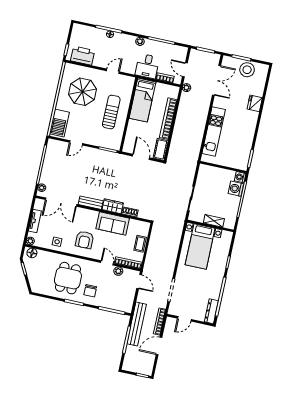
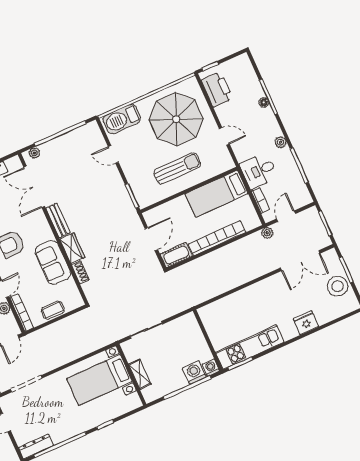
parasol: (82, 92) -> (176, 119), width x1.36, depth x1.36
kitchen unit: (214, 131) -> (250, 347), moved, turned 180

